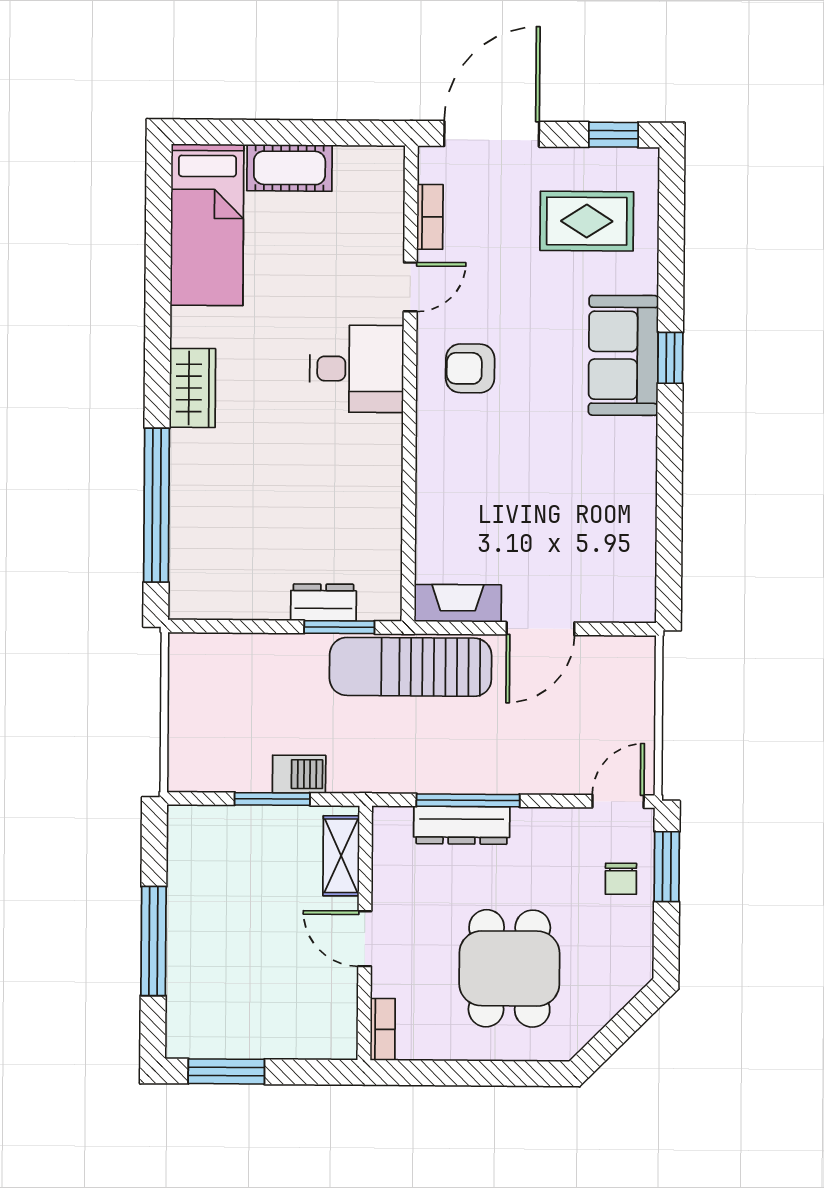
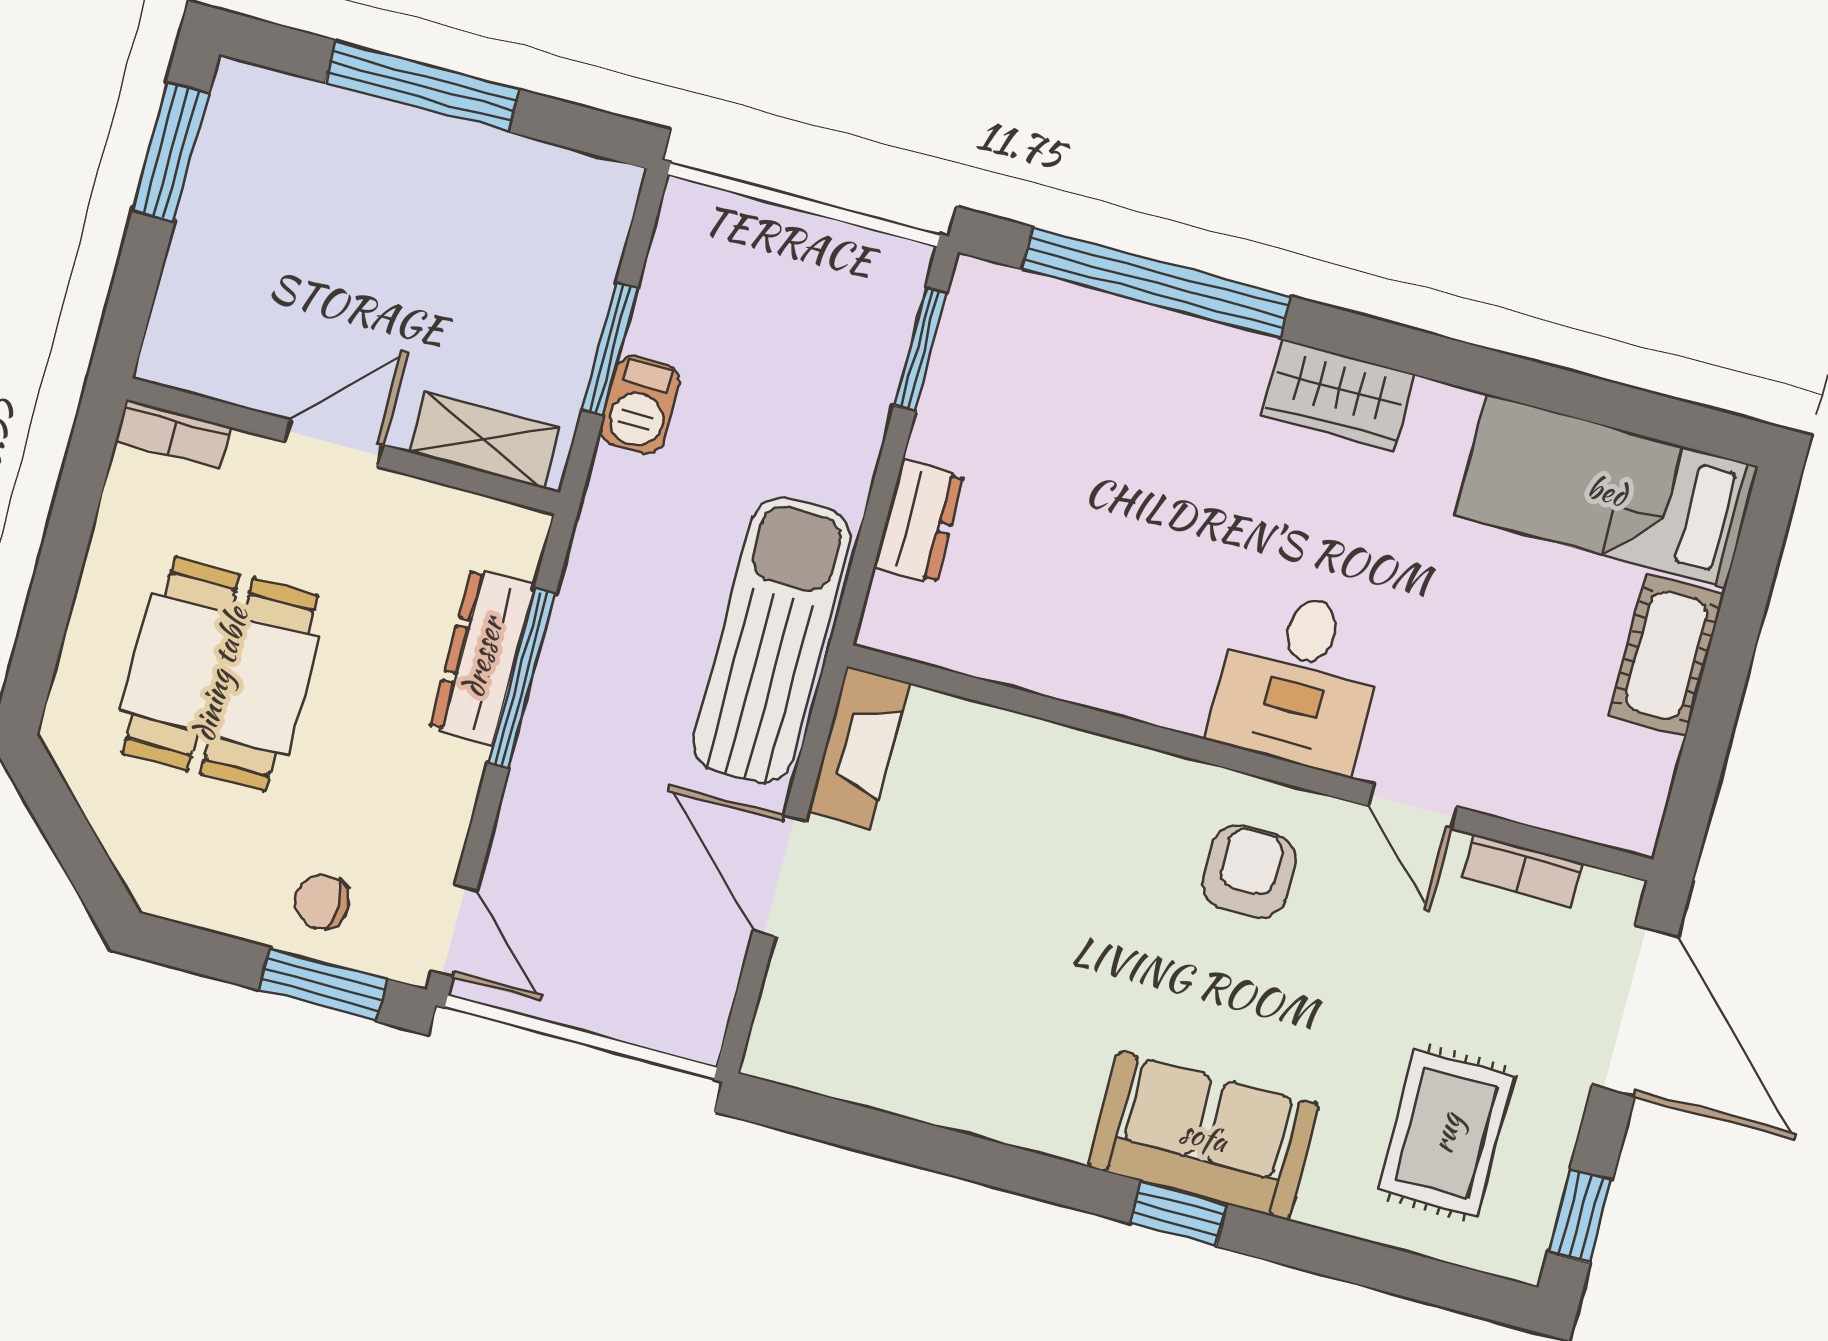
window: (339, 627) -> (921, 349), moved
dining table: (509, 968) -> (220, 674), turned 90

